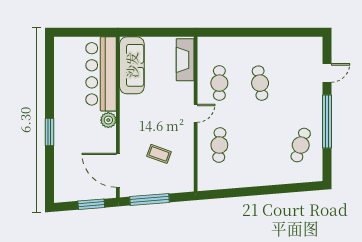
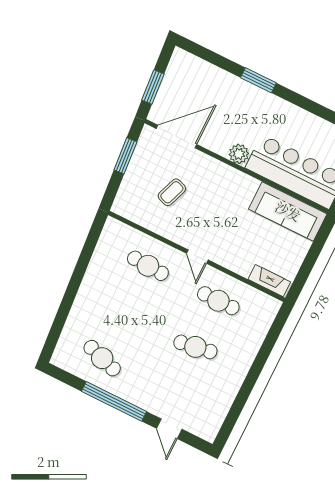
fireplace: (185, 60) -> (269, 281), width x0.73, depth x0.76
window: (150, 200) -> (125, 156), width x0.69

